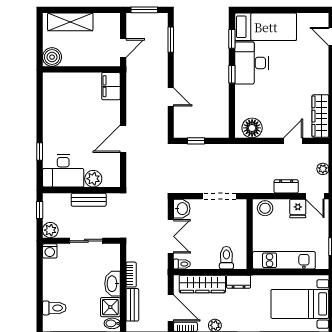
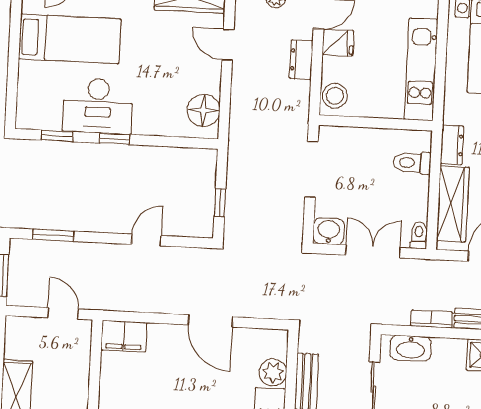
bed: (266, 27) -> (70, 39), moved, turned 90
washbasin: (112, 284) -> (411, 348), moved

